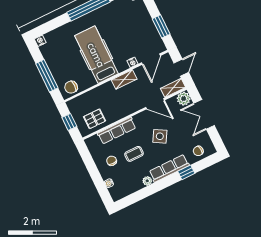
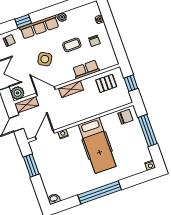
shelving: (124, 79) -> (71, 89), moved
row of seats: (117, 131) -> (86, 69), width x0.68

